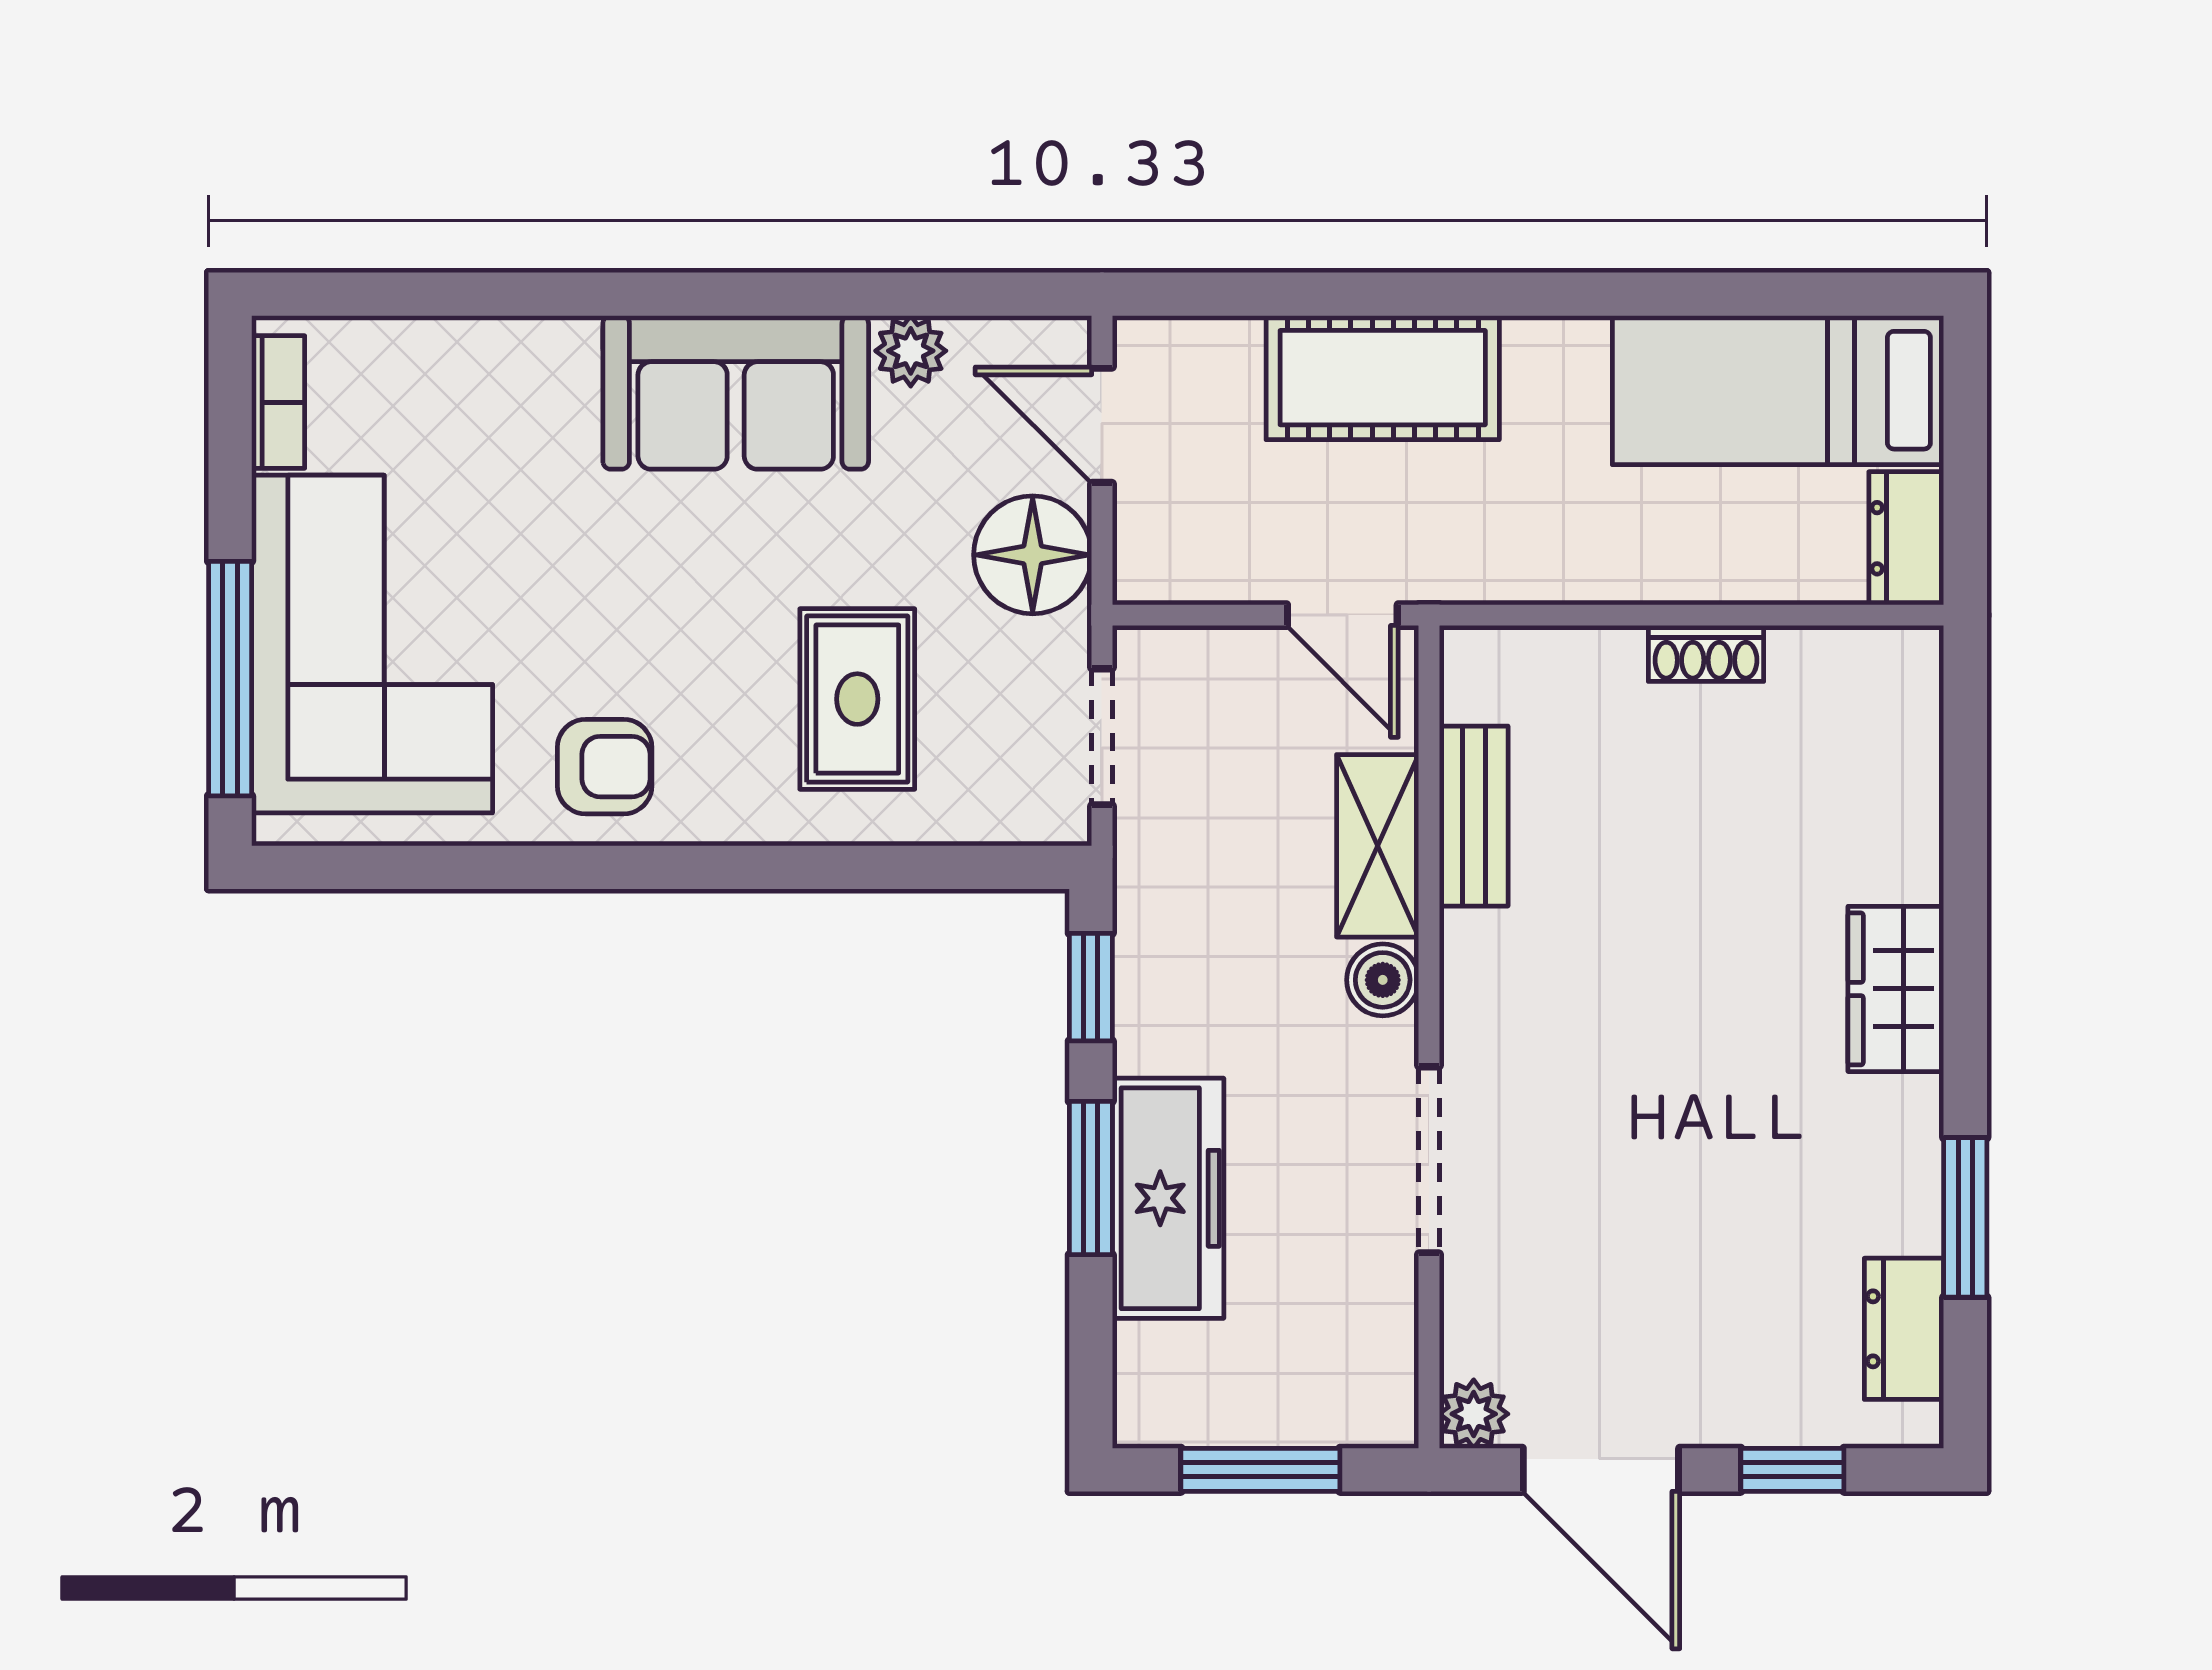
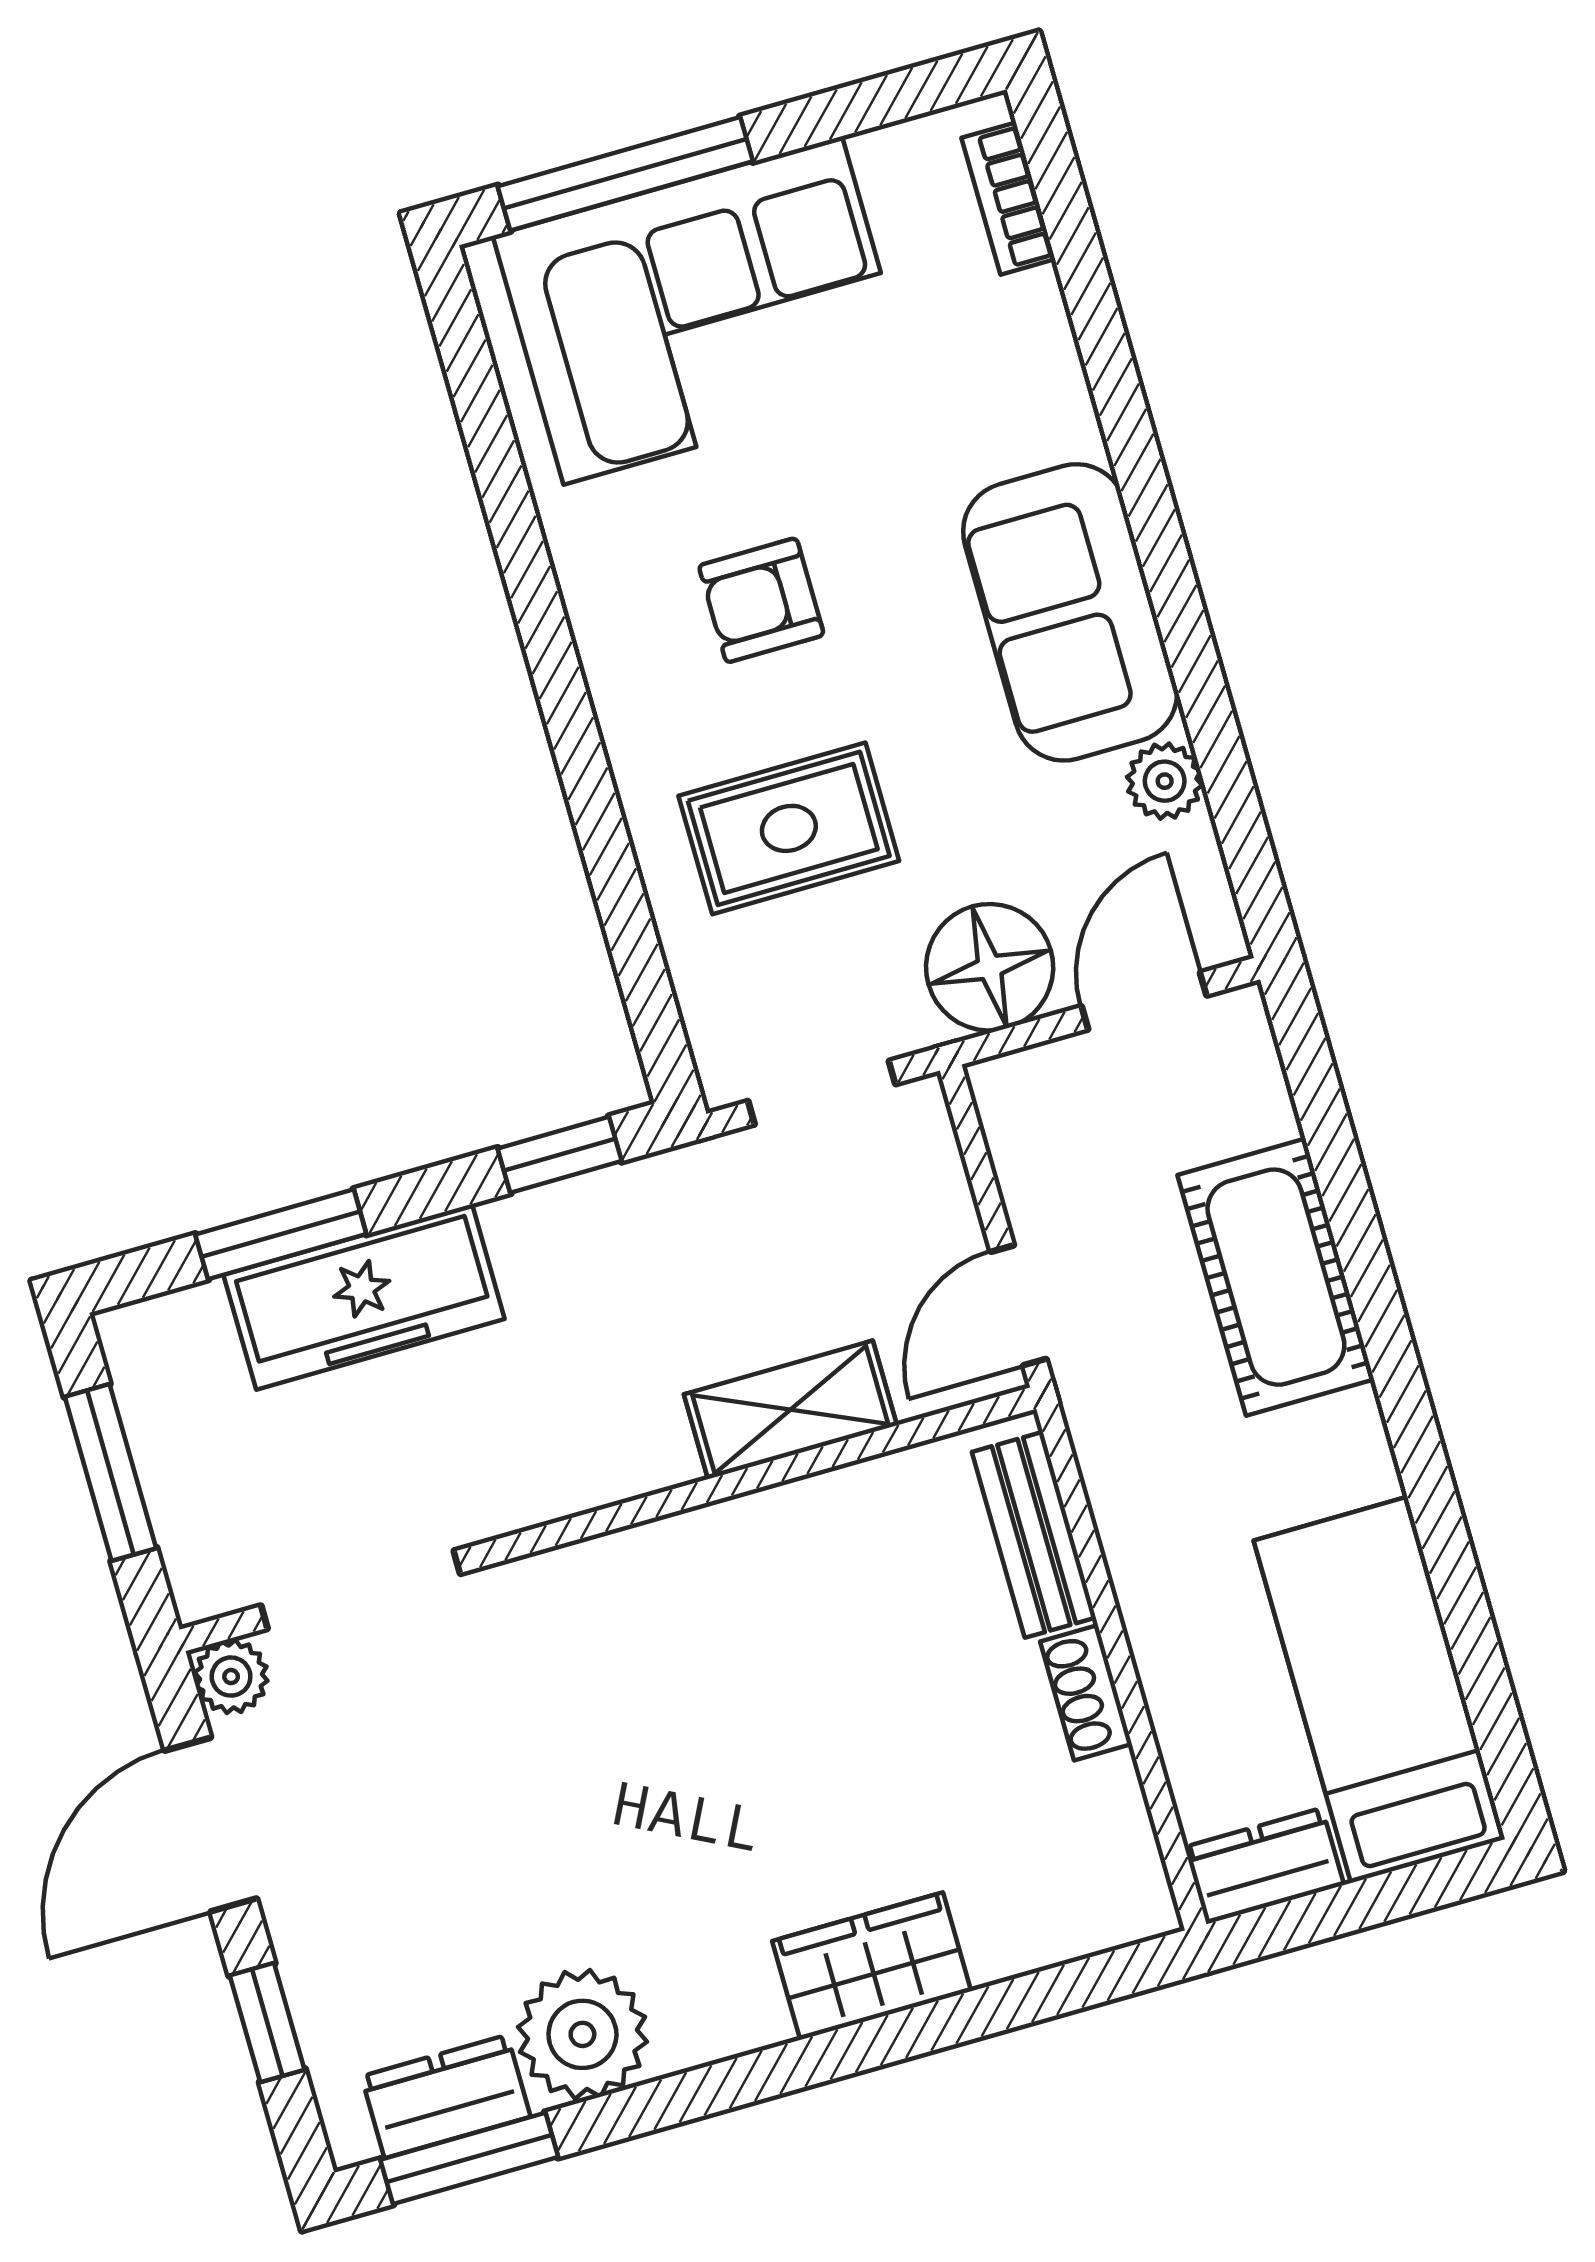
bookcase: (278, 402) -> (1008, 198), moved, turned 90
armchair: (605, 767) -> (761, 600), moved, turned 90
bench: (1474, 816) -> (1034, 1535), moved, turned 90
boiler: (1383, 980) -> (653, 1455), removed
wardrobe: (1896, 989) -> (872, 1966), moved
doorway: (1429, 1160) -> (361, 1590), moved
window: (1091, 1178) -> (281, 1234), moved
plant: (1883, 1191) -> (582, 2034), added
window: (1965, 1217) -> (469, 2158), moved

